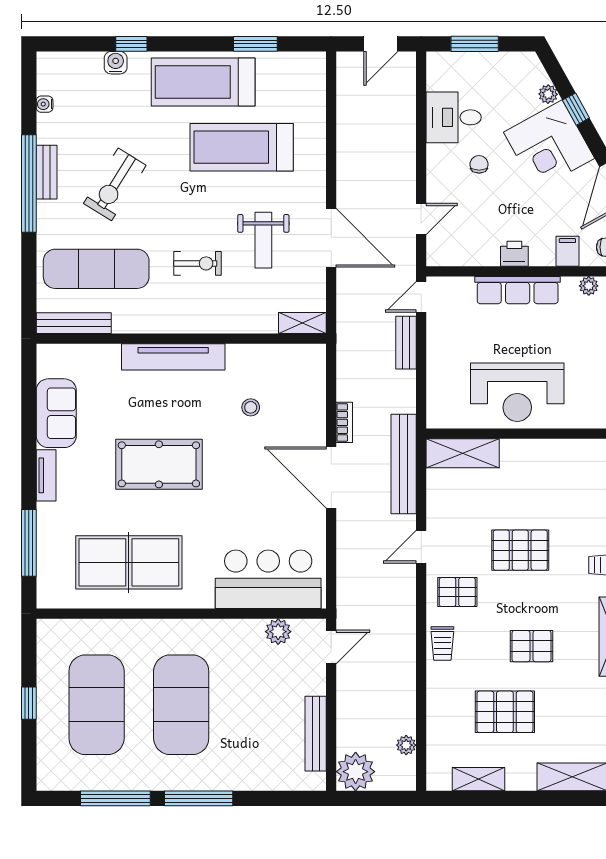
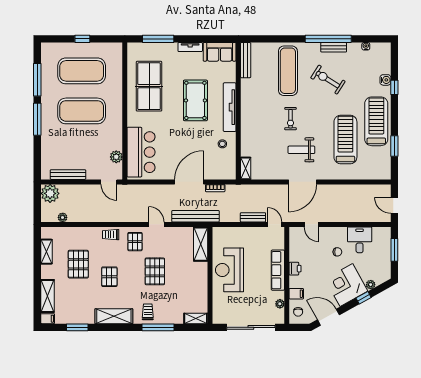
bench: (74, 323) -> (246, 60), moved
shelving: (302, 323) -> (246, 168), moved
wall: (181, 339) -> (238, 111), moved
tv unit: (173, 357) -> (230, 107), moved

